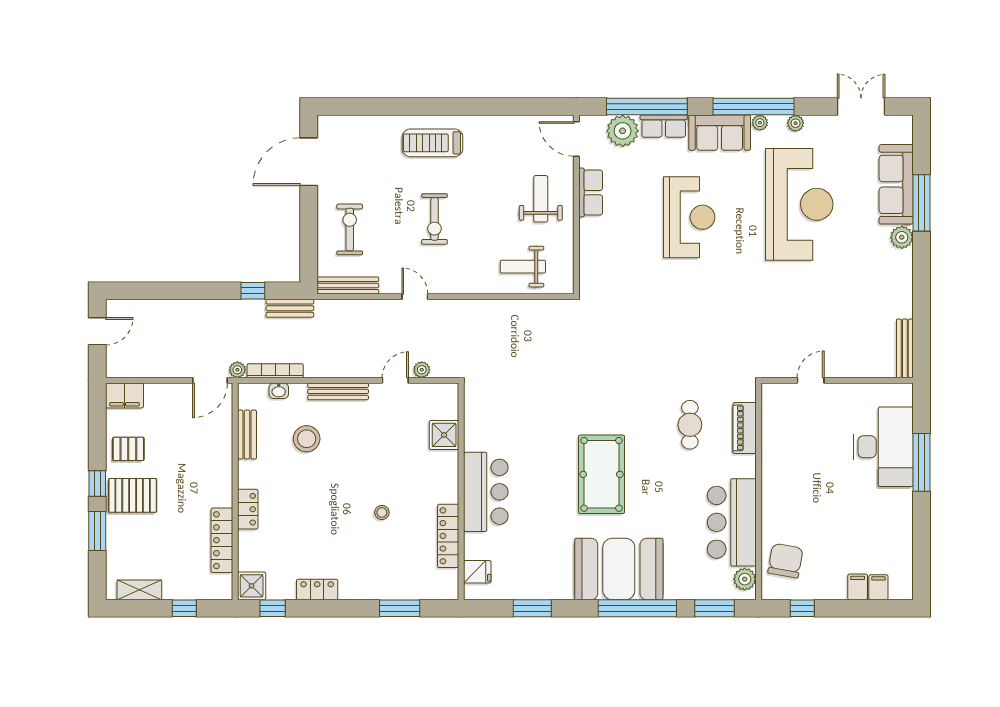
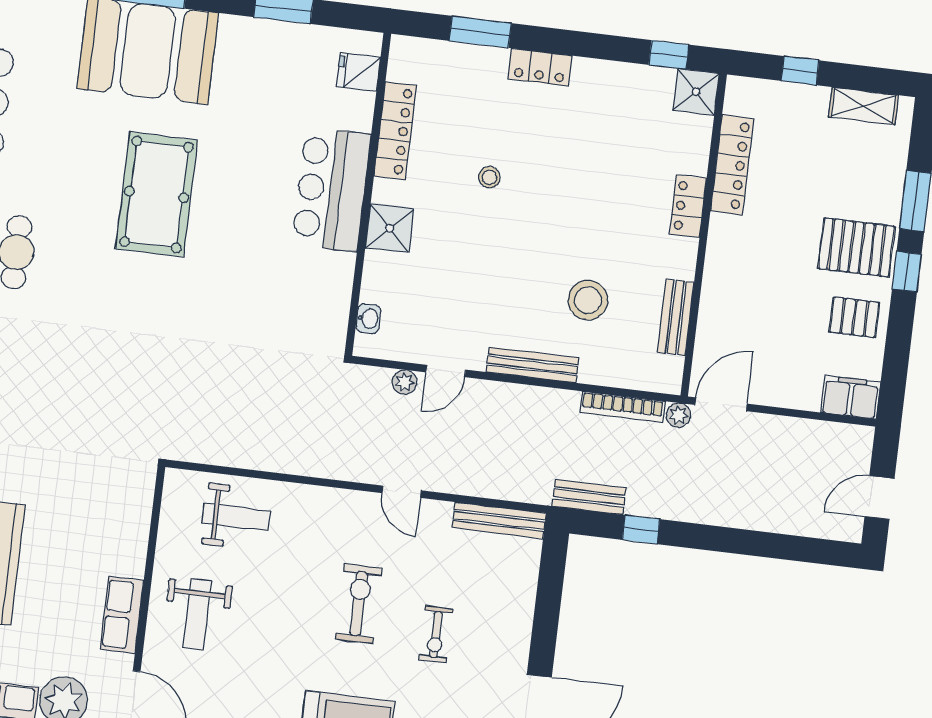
exercise bike: (350, 229) -> (436, 634), moved, width x0.73, depth x0.72
washbasin: (279, 391) -> (368, 319), moved, turned 90
shower: (444, 435) -> (390, 228), moved
locker: (317, 590) -> (540, 67), moved

